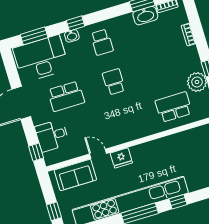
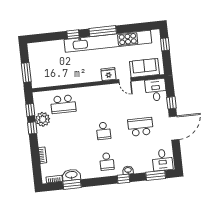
school desk: (102, 42) -> (107, 161), turned 180
desk: (41, 59) -> (162, 160), width x0.53, depth x0.77
desk: (52, 136) -> (156, 90), moved, turned -90
window: (36, 152) -> (171, 103), moved

